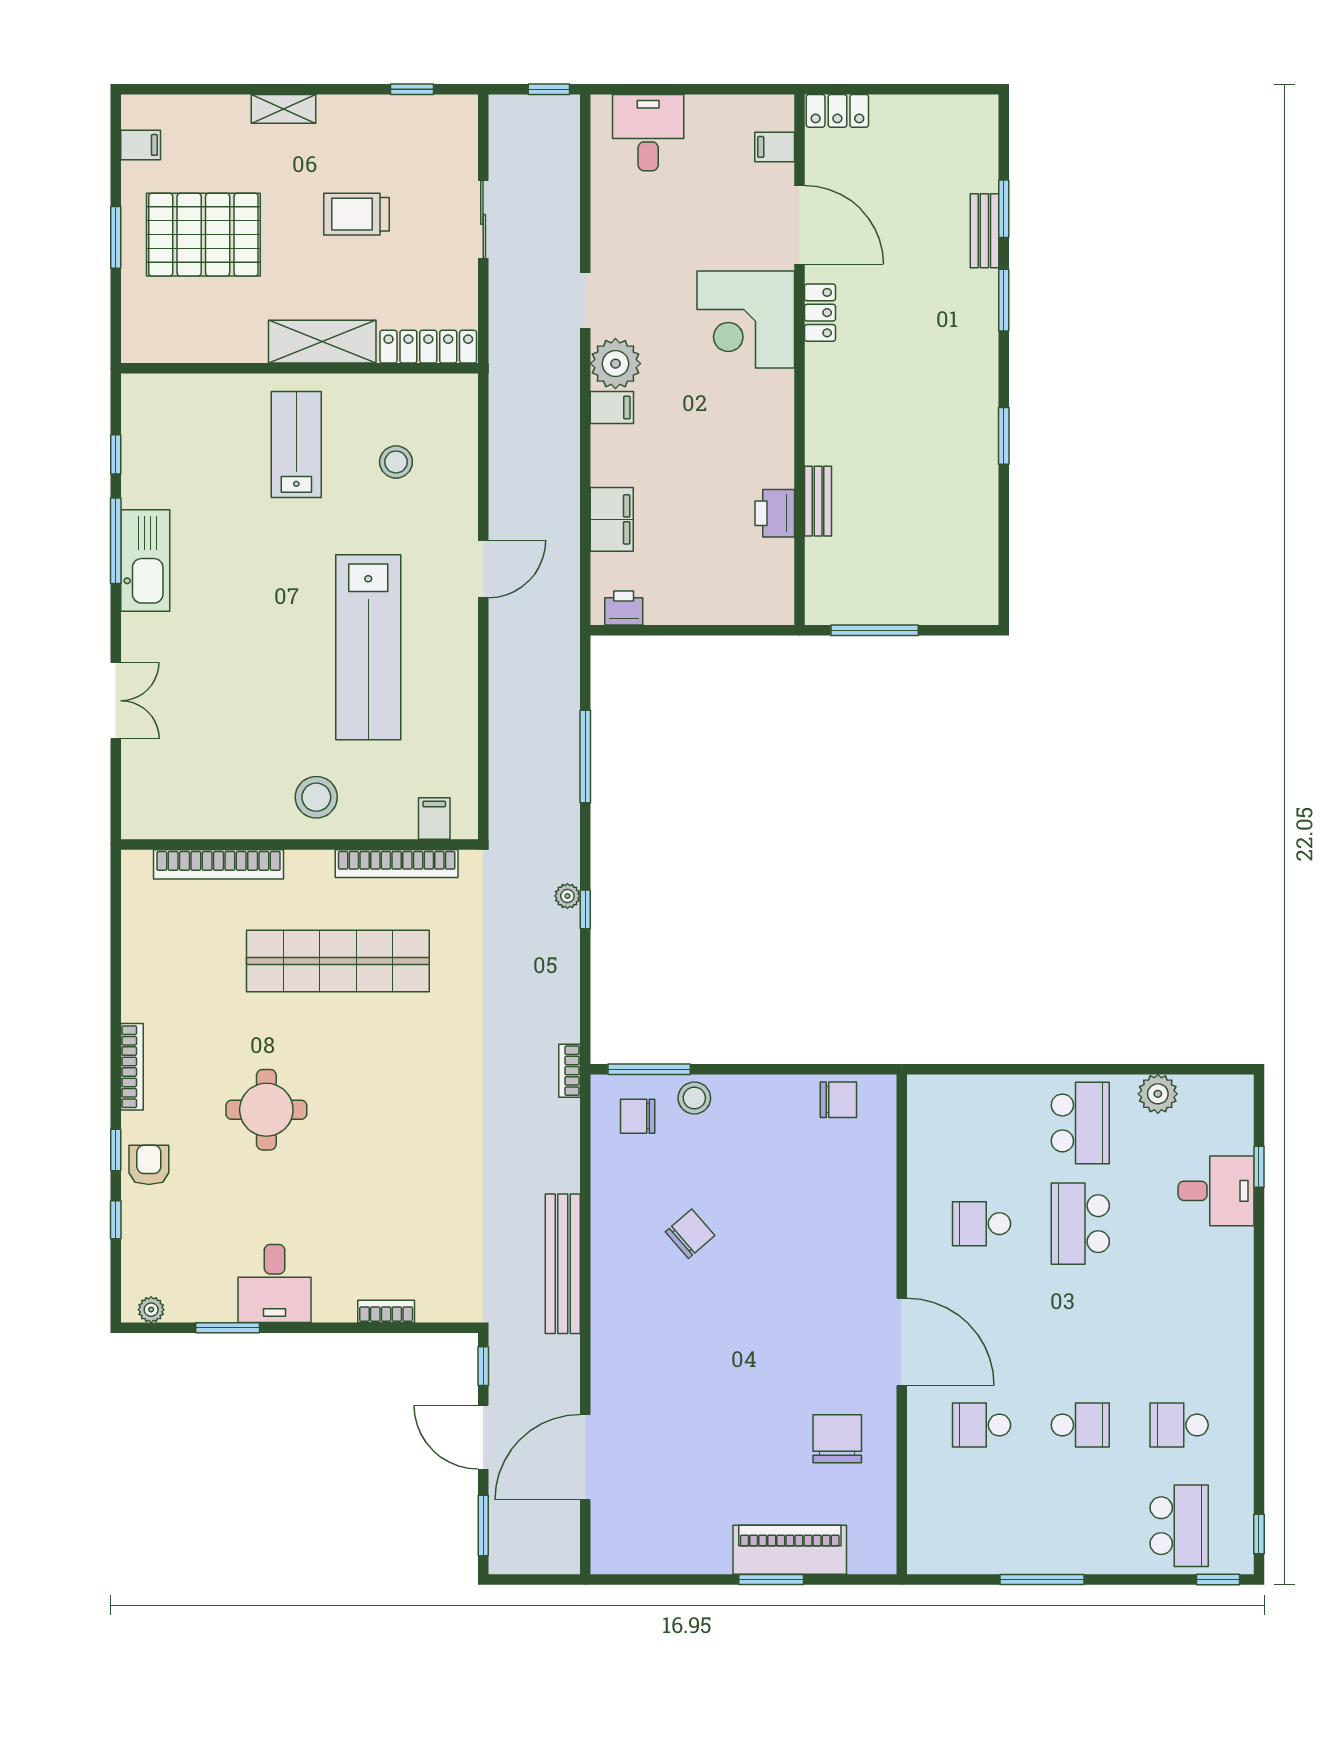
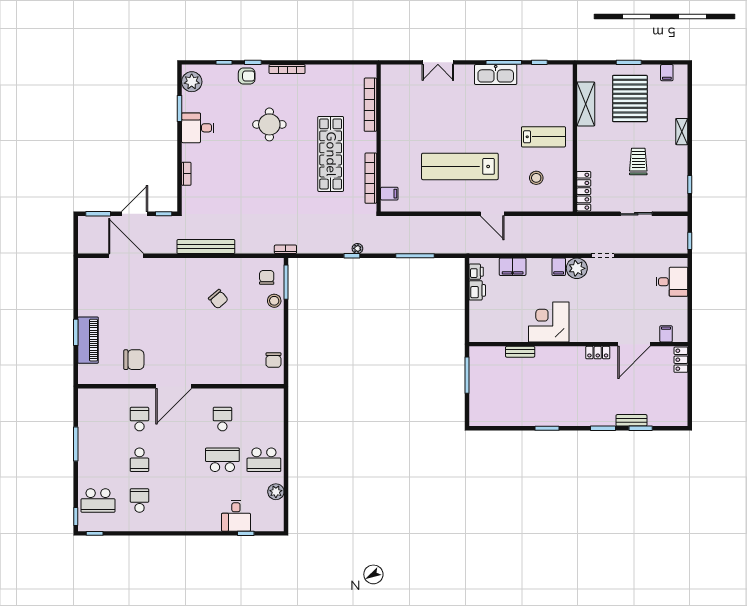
corner desk: (746, 319) -> (549, 322), moved
shelving: (322, 342) -> (586, 104), moved
printer: (775, 513) -> (477, 290), moved, turned 90
stool: (316, 797) -> (398, 145), removed
plant: (151, 1310) -> (192, 82), width x1.88, depth x1.88

